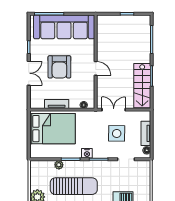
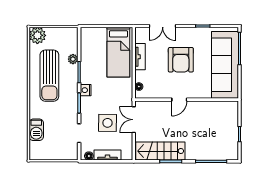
armchair: (59, 67) -> (181, 60), turned -90
double door: (29, 73) -> (163, 26), moved
double door: (114, 110) -> (134, 120), swing flipped
bed: (52, 129) -> (118, 52), width x0.67

